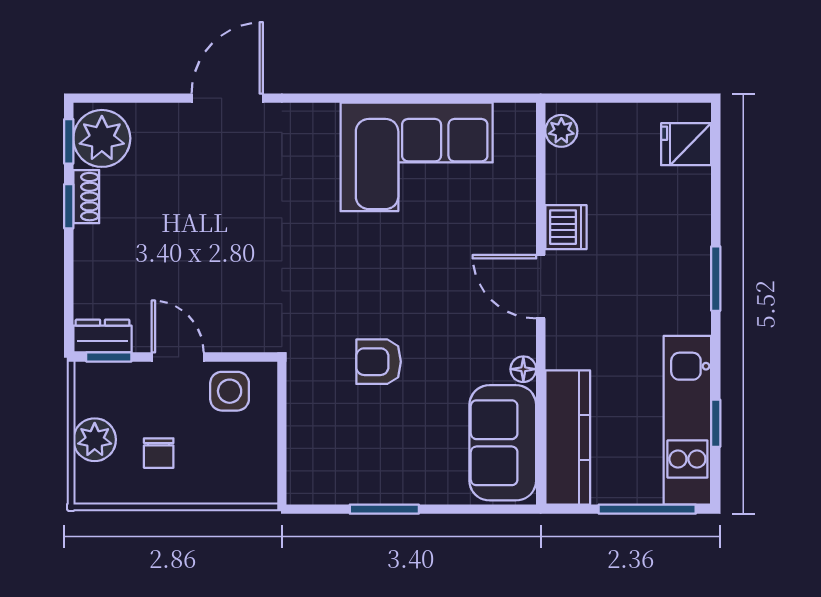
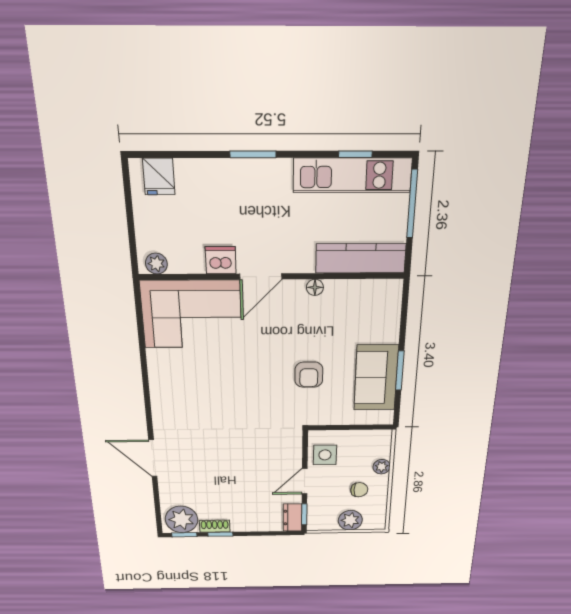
corner sofa: (417, 157) -> (192, 314), moved, turned 90
sofa: (503, 443) -> (376, 378), moved, turned 90
plant: (205, 490) -> (382, 467), added

